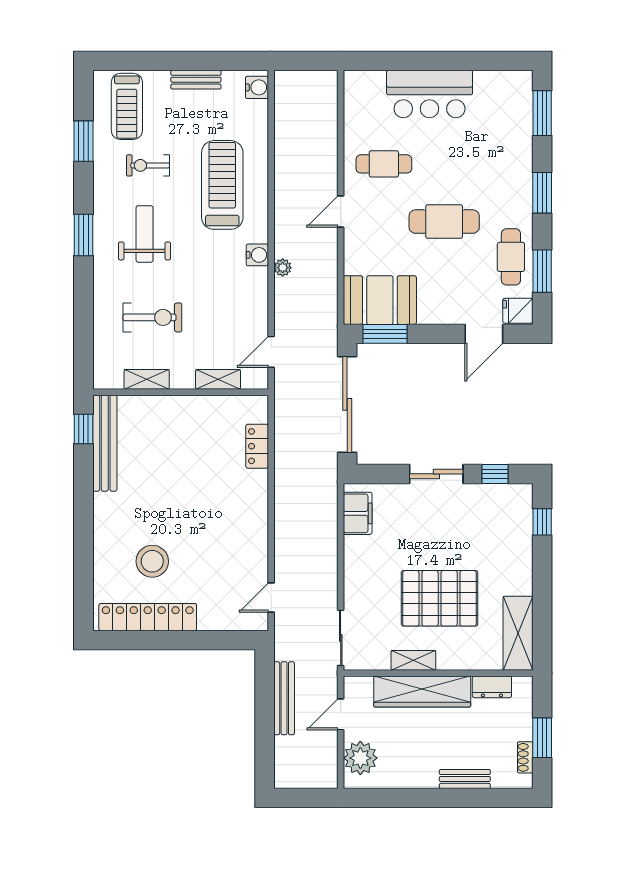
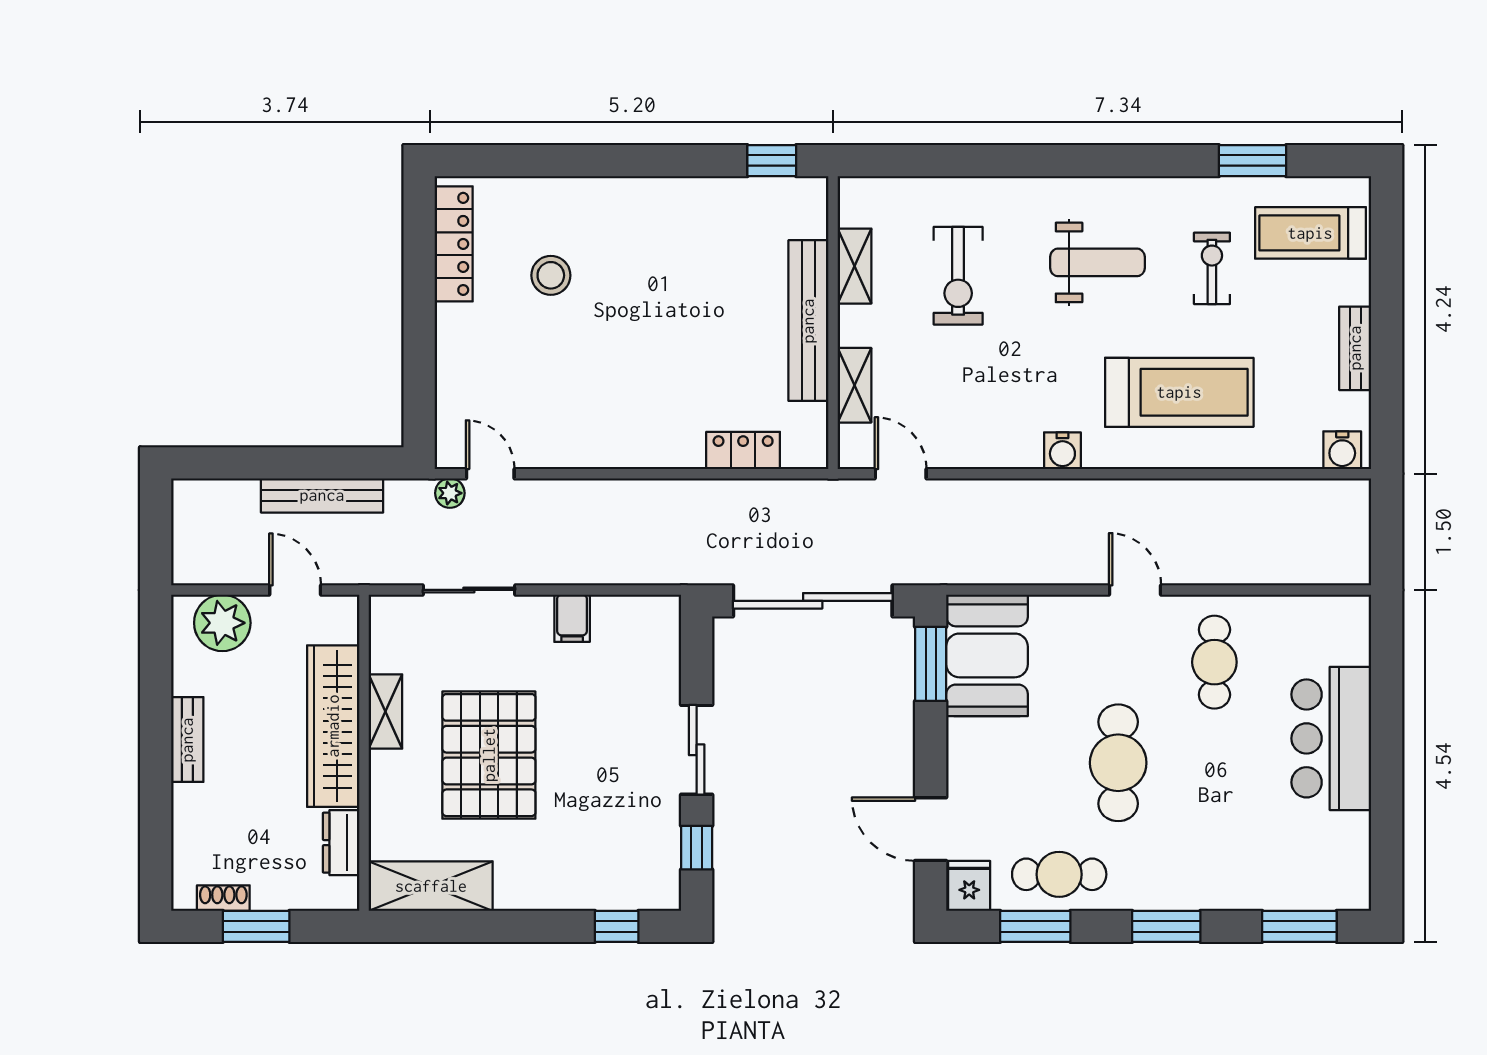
window: (84, 235) -> (1096, 161), removed
plant: (283, 268) -> (450, 493), moved
bench: (105, 443) -> (808, 321), moved, turned 90
filing cabinet: (358, 513) -> (572, 618), moved, width x0.50
stool: (152, 561) -> (551, 275), width x0.73, depth x0.73
locker: (148, 617) -> (454, 244), width x0.71, depth x0.83
sliding door: (341, 638) -> (469, 590), moved
bench: (465, 779) -> (187, 740), moved

